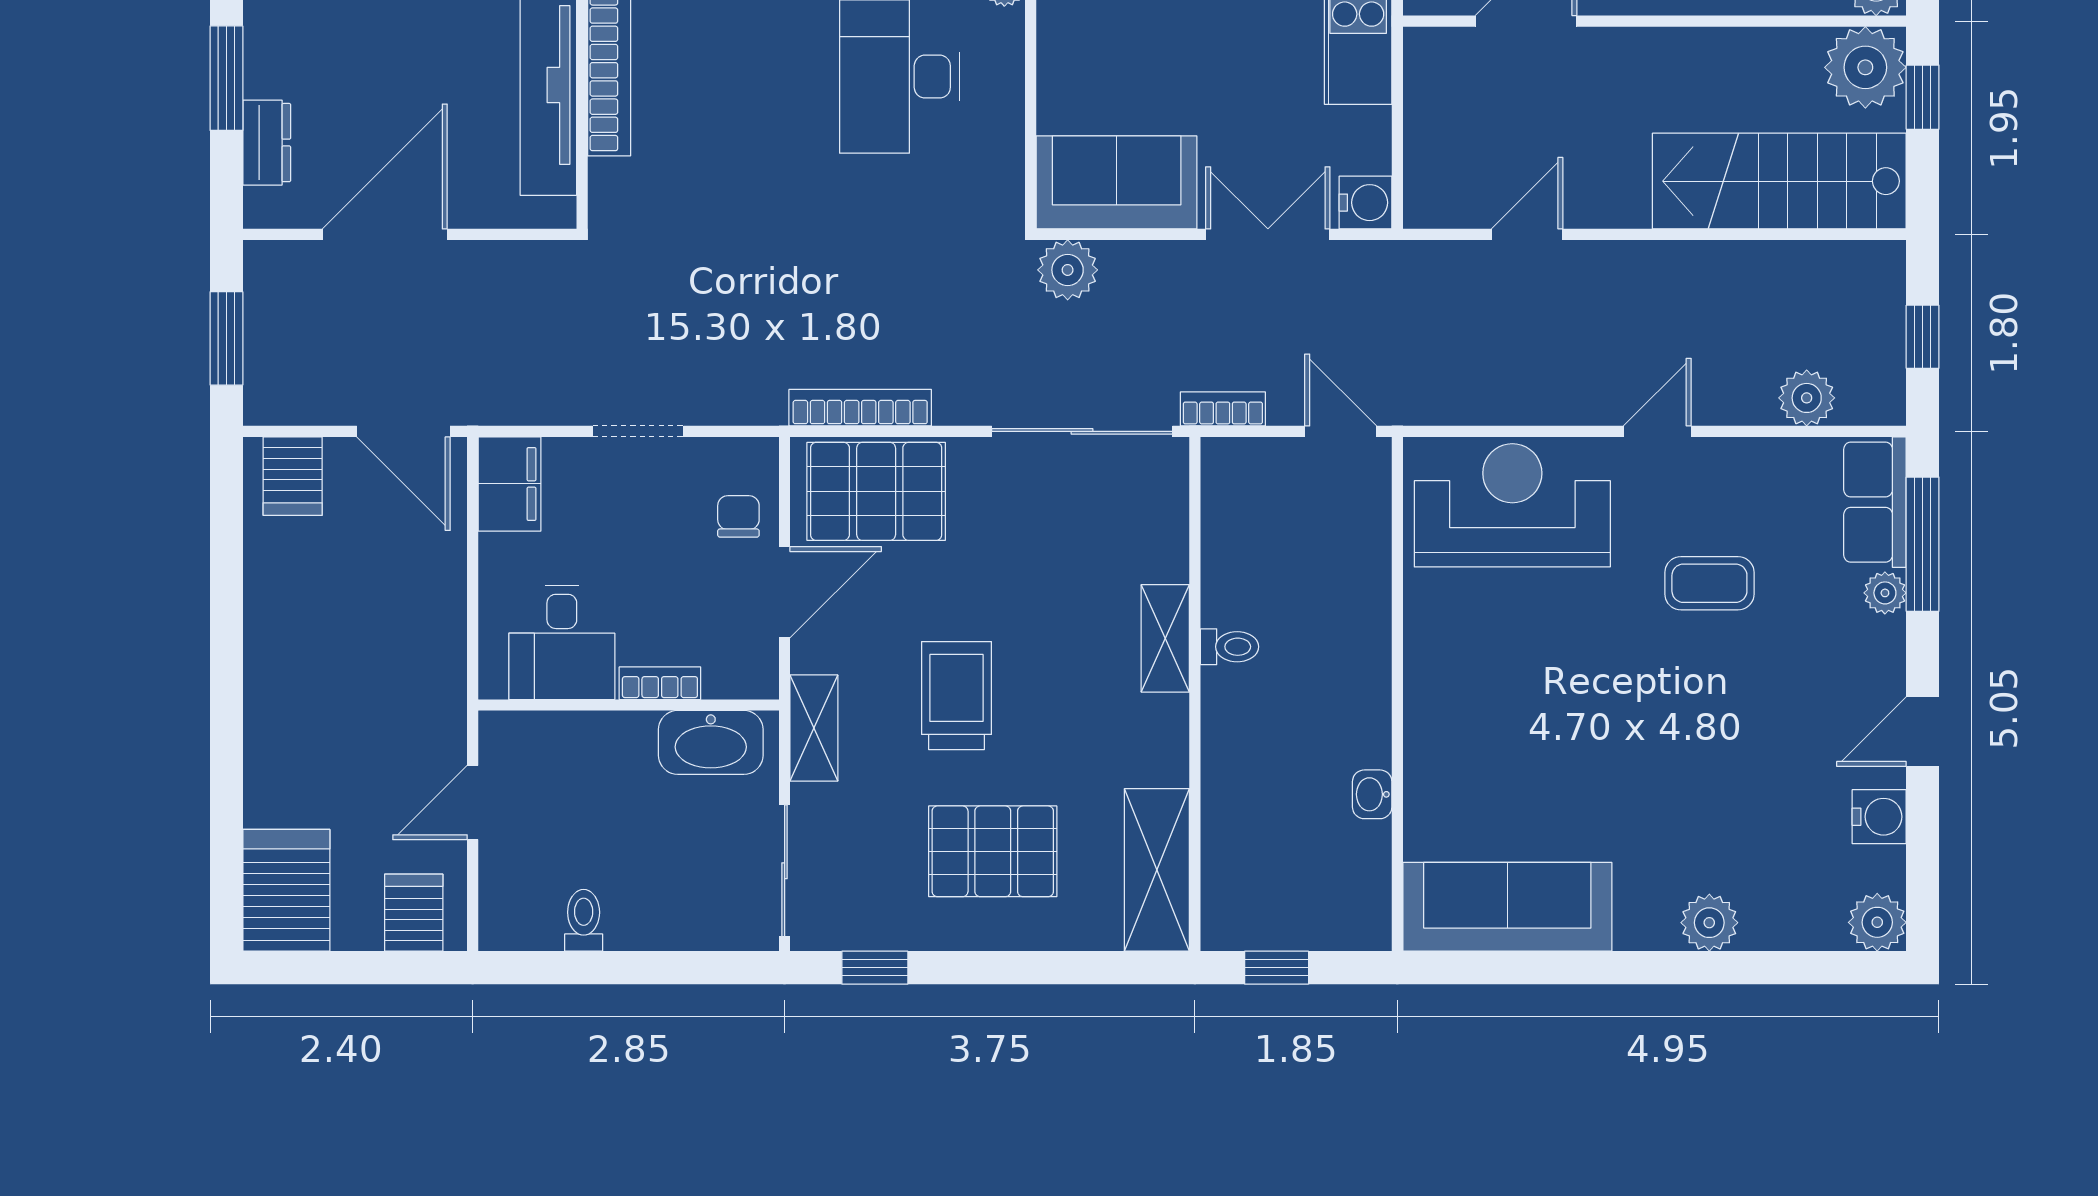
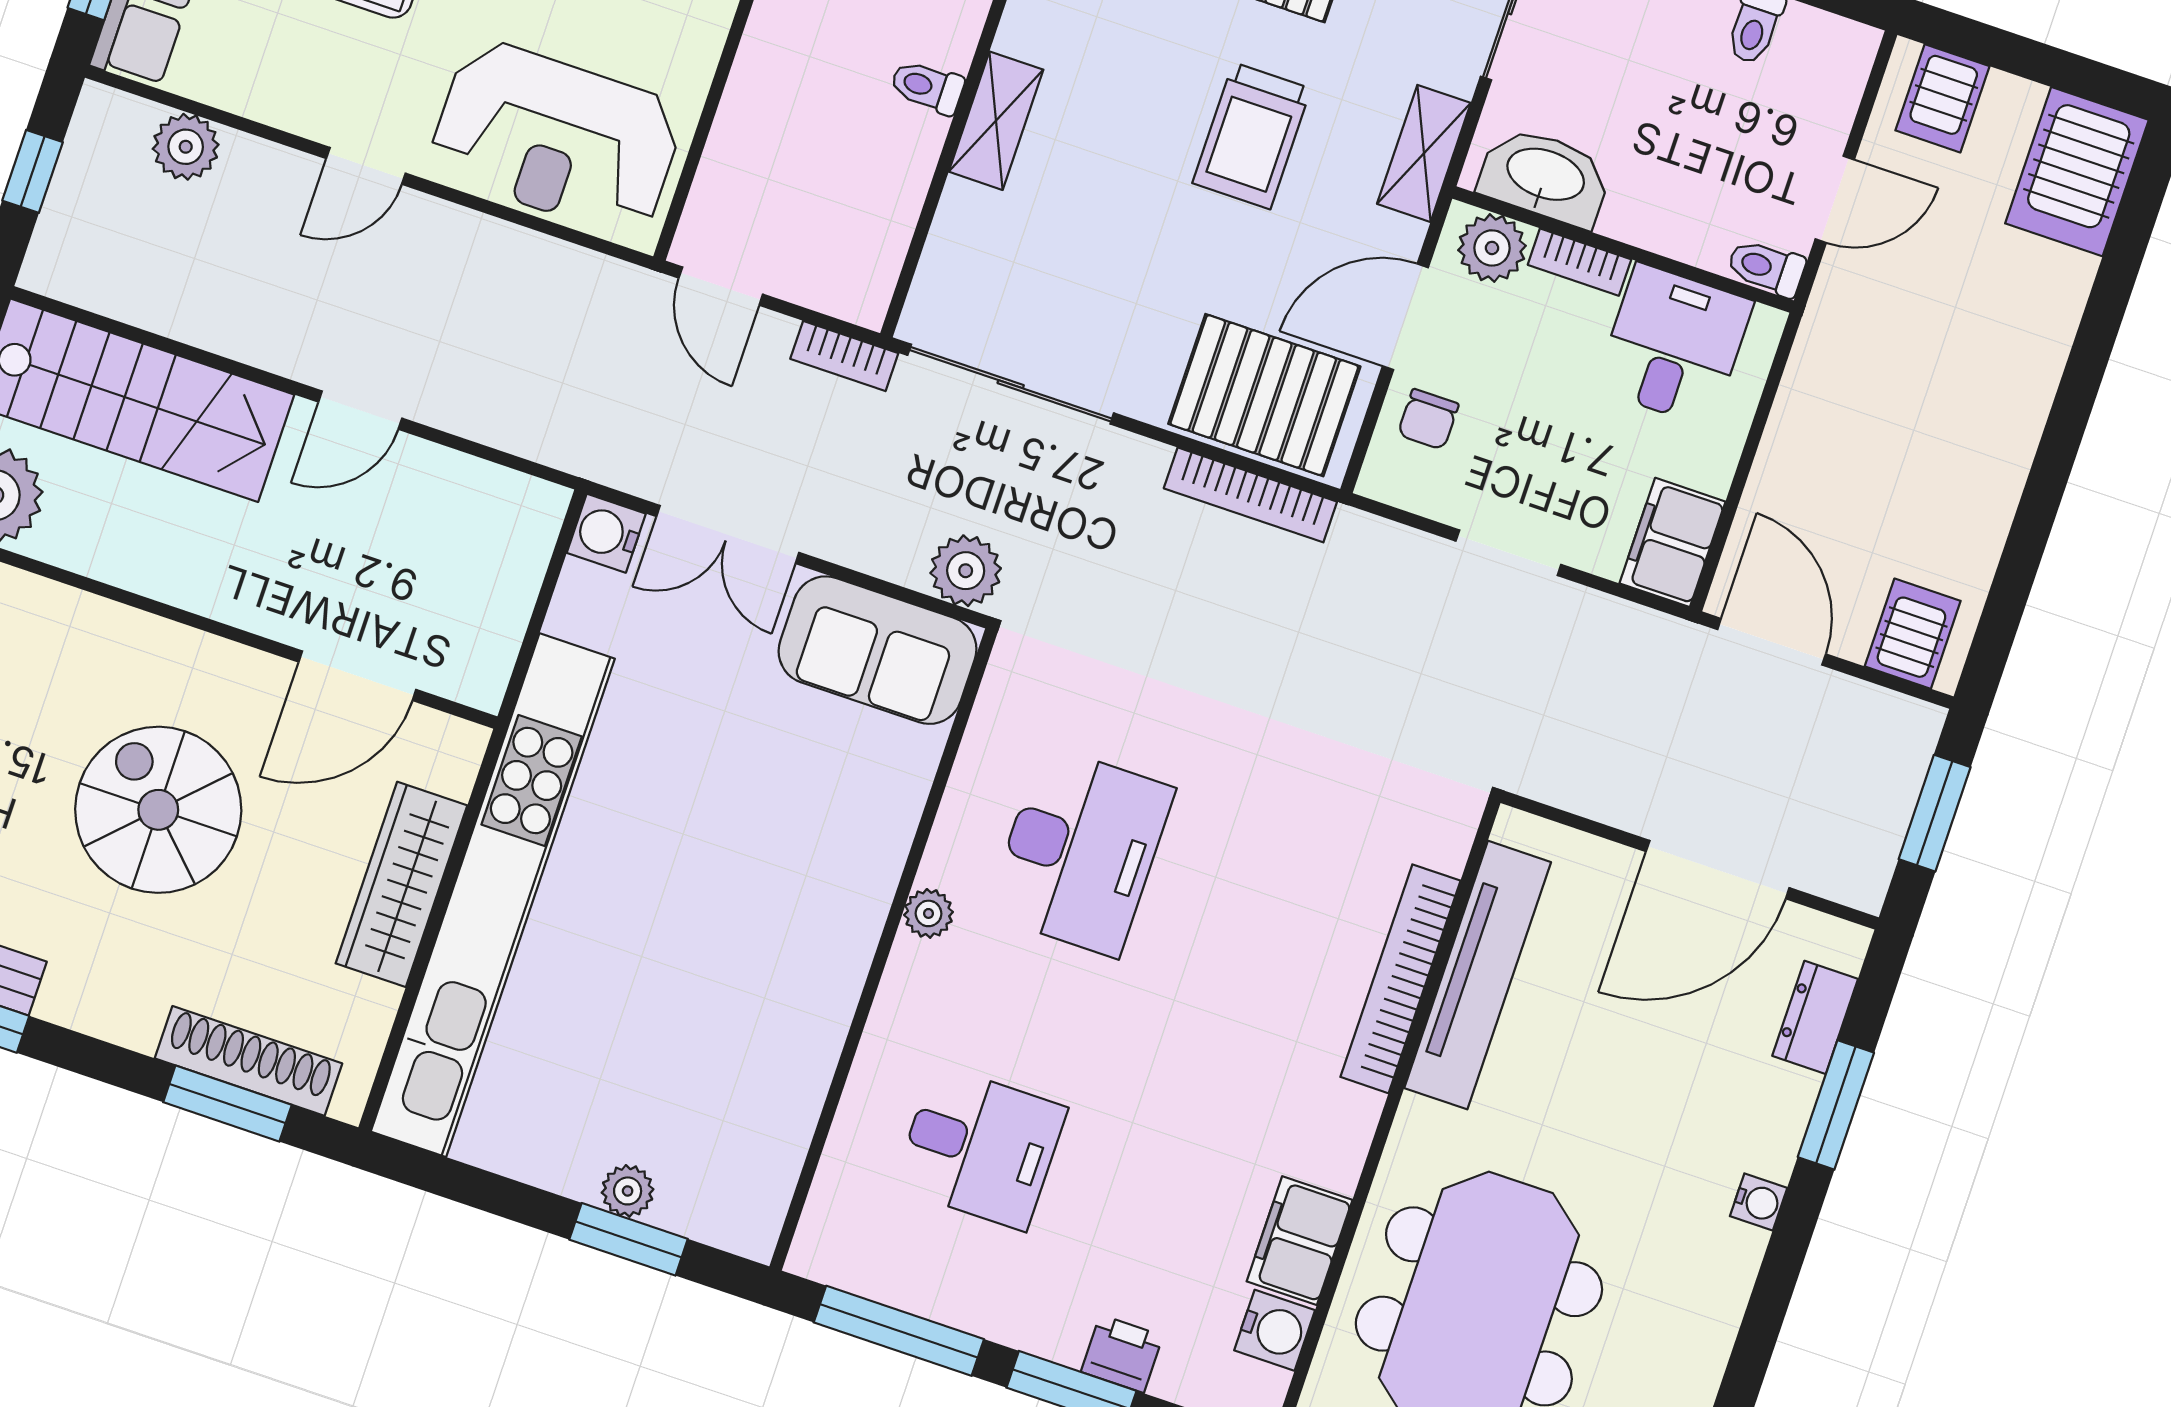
door: (1527, 234) -> (360, 410), moved
plant: (734, 671) -> (1492, 248), added
toilet: (509, 729) -> (1766, 268), added

